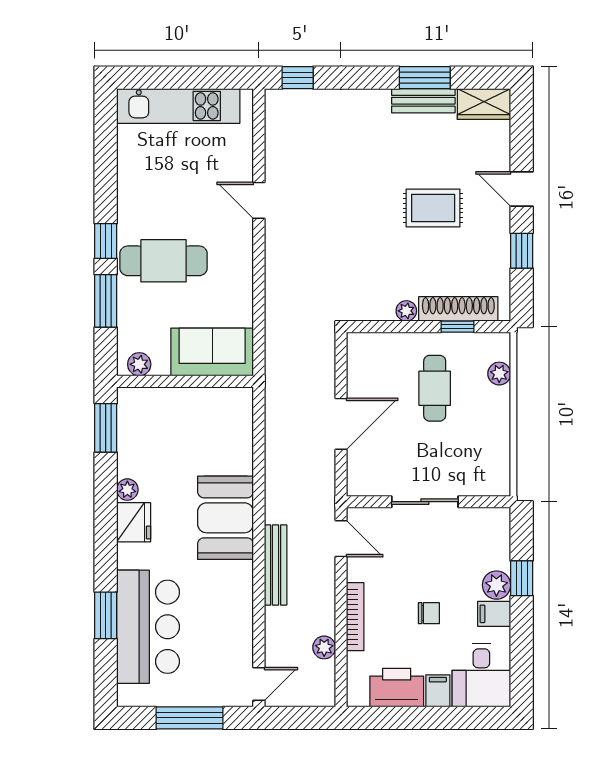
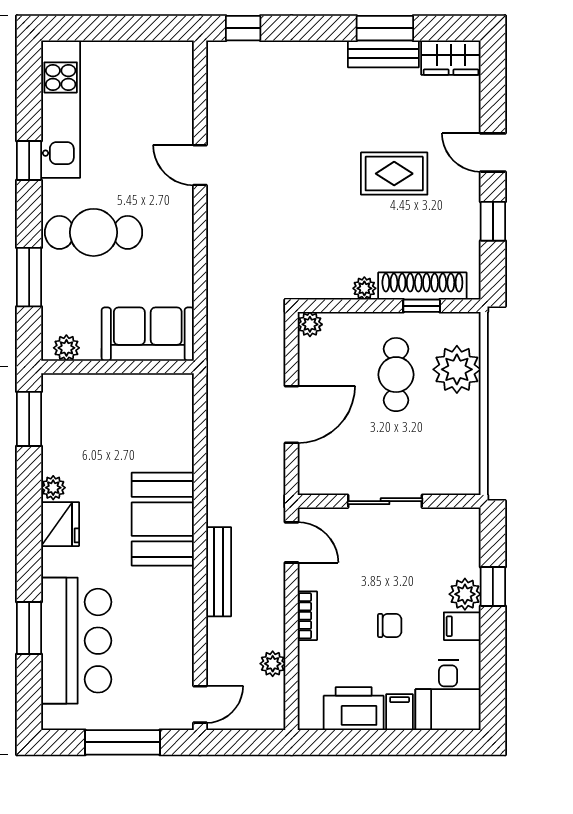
kitchen unit: (178, 106) -> (61, 109), moved, turned -90
window: (106, 241) -> (29, 161), moved
plant: (358, 343) -> (310, 324), added
plant: (499, 374) -> (457, 369), width x1.87, depth x1.87
bookcase: (355, 617) -> (307, 616), width x0.64

